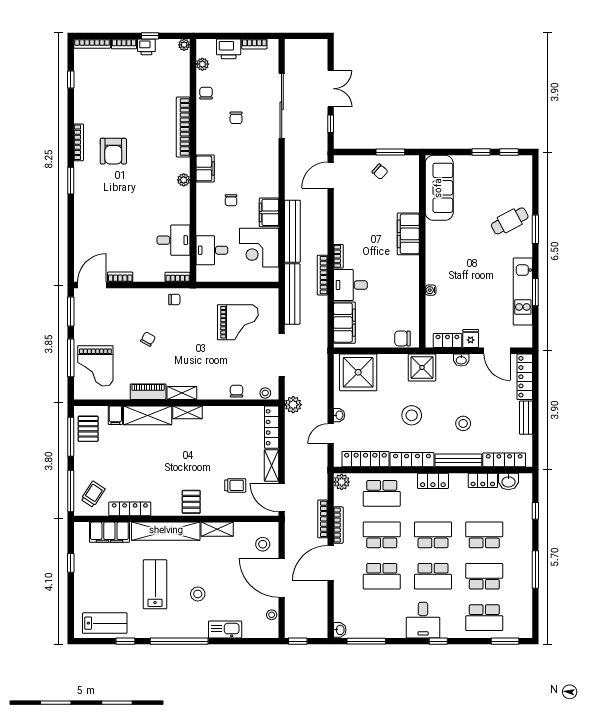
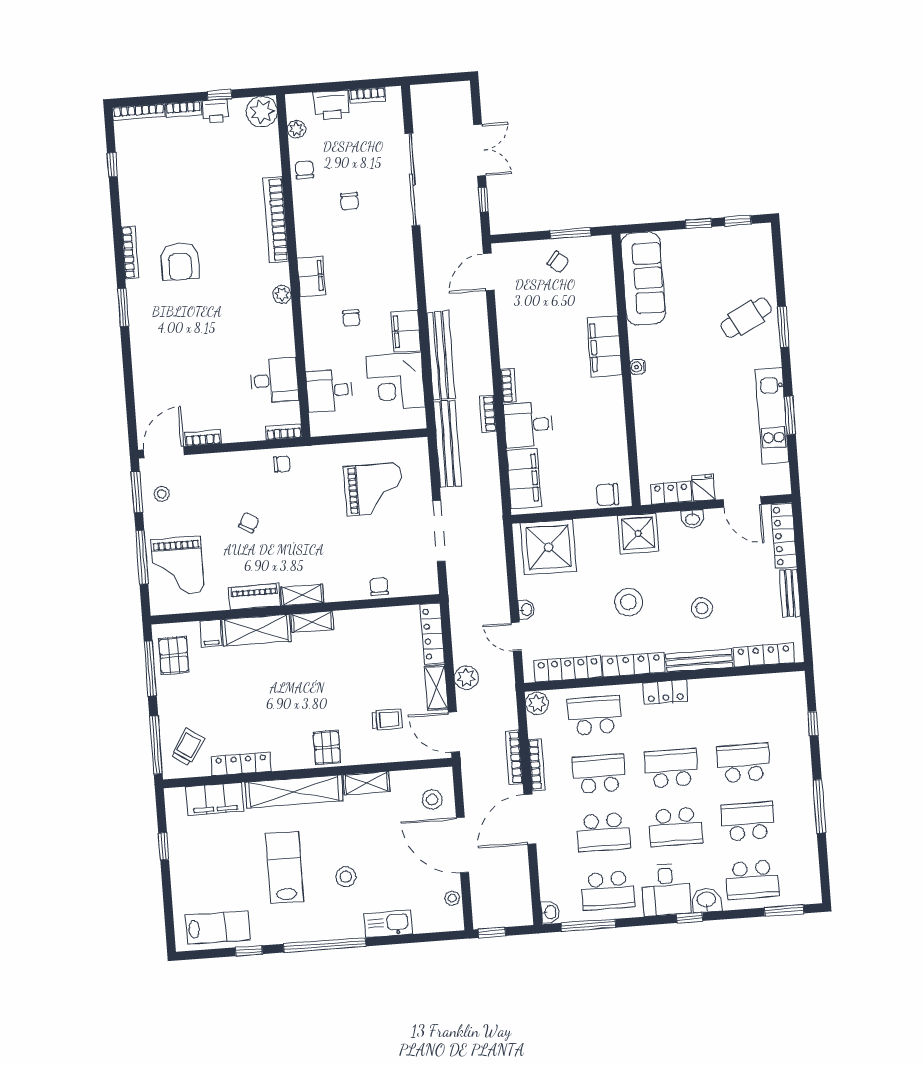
plant: (184, 45) -> (262, 112), width x1.88, depth x1.88
bookcase: (322, 275) -> (488, 414), width x0.64
water cooler: (431, 290) -> (638, 367), moved
stool: (265, 393) -> (162, 494), moved
plant: (293, 405) -> (466, 678), moved
door: (331, 434) -> (516, 637), hinge flipped
locker: (483, 480) -> (736, 686), removed
washbasin: (508, 481) -> (706, 900), moved, turned 180
school desk: (382, 493) -> (595, 715), turned 180
school desk: (382, 618) -> (608, 891), added

